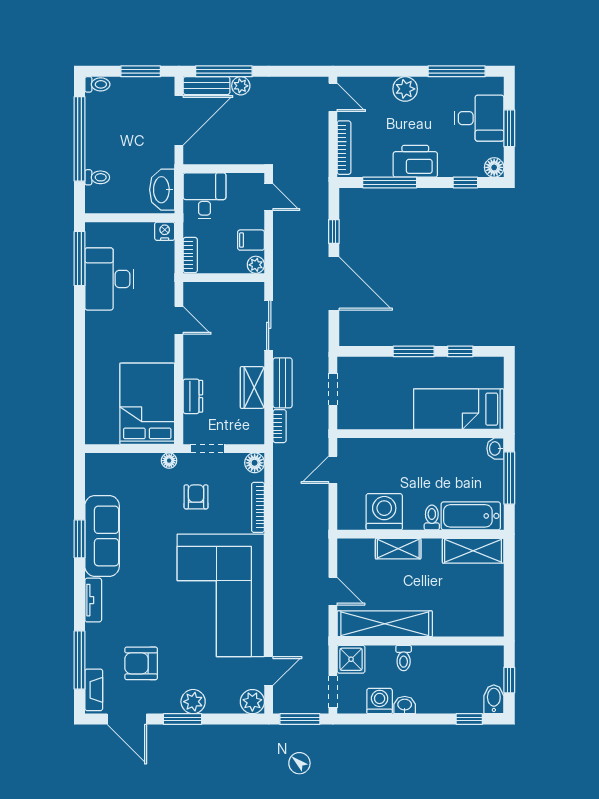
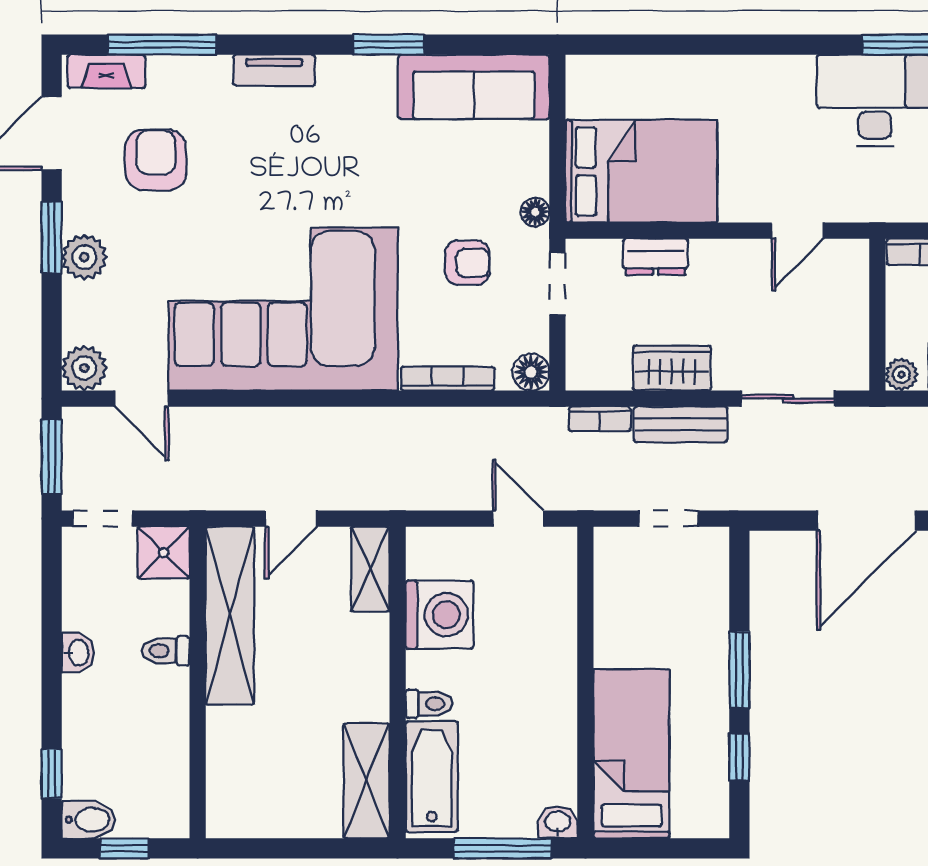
sofa: (102, 536) -> (474, 87), moved
shelving: (398, 549) -> (370, 569), moved
washing machine: (380, 701) -> (85, 606), removed

